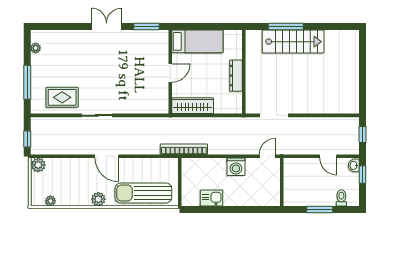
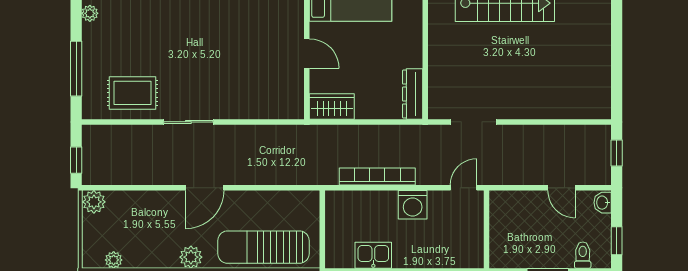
door: (170, 73) -> (307, 54), hinge flipped
dresser: (236, 76) -> (413, 94), moved
wardrobe: (193, 106) -> (332, 106), width x0.67
bookcase: (184, 149) -> (377, 177), moved
door: (107, 156) -> (205, 188), hinge flipped
window: (362, 174) -> (617, 241), moved

